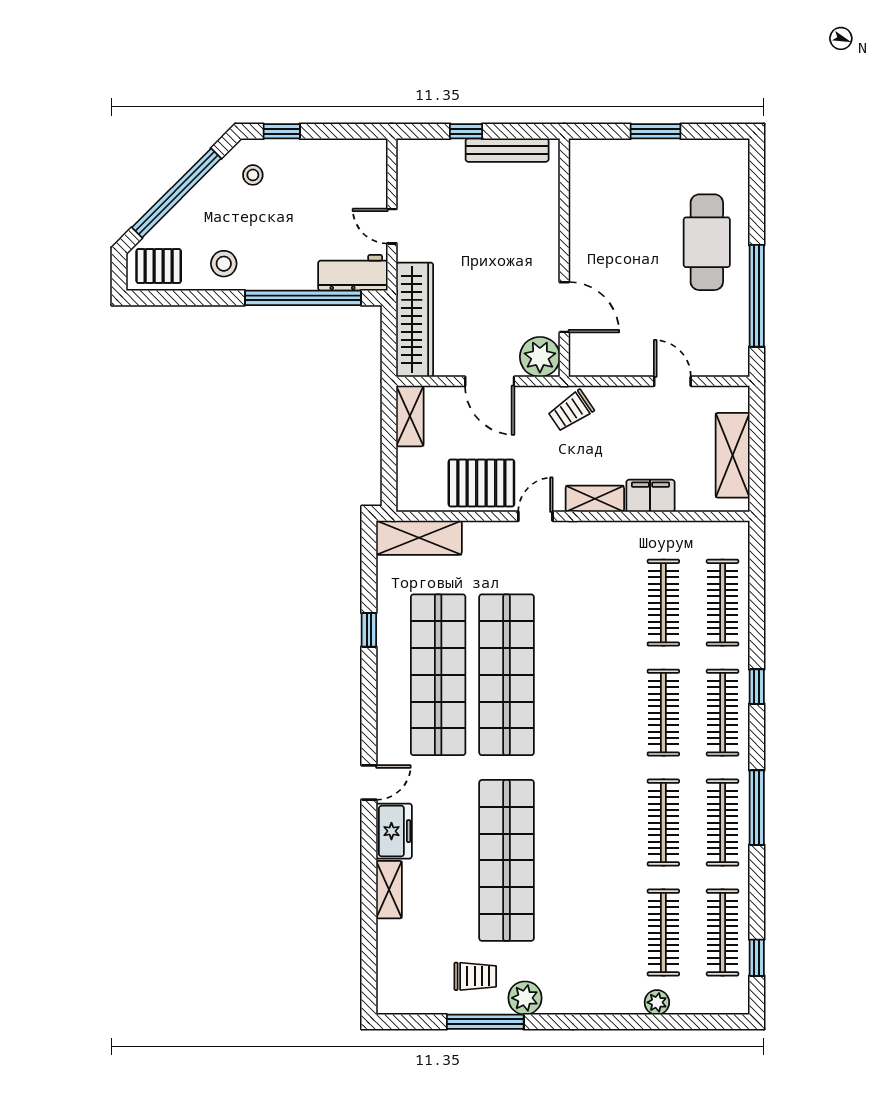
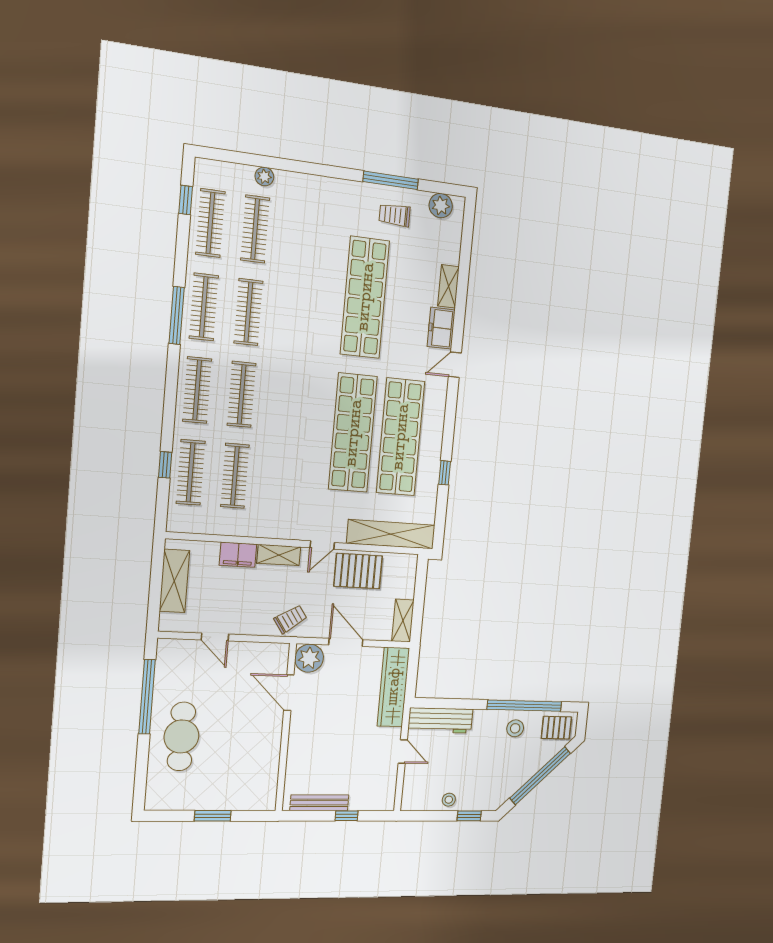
stool: (253, 175) -> (449, 800), moved
workbench: (353, 273) -> (440, 720), width x1.38
window: (303, 298) -> (524, 706), moved
shelving: (419, 538) -> (391, 534), width x1.47
window: (757, 687) -> (165, 465), moved
plant: (525, 998) -> (441, 206), moved

